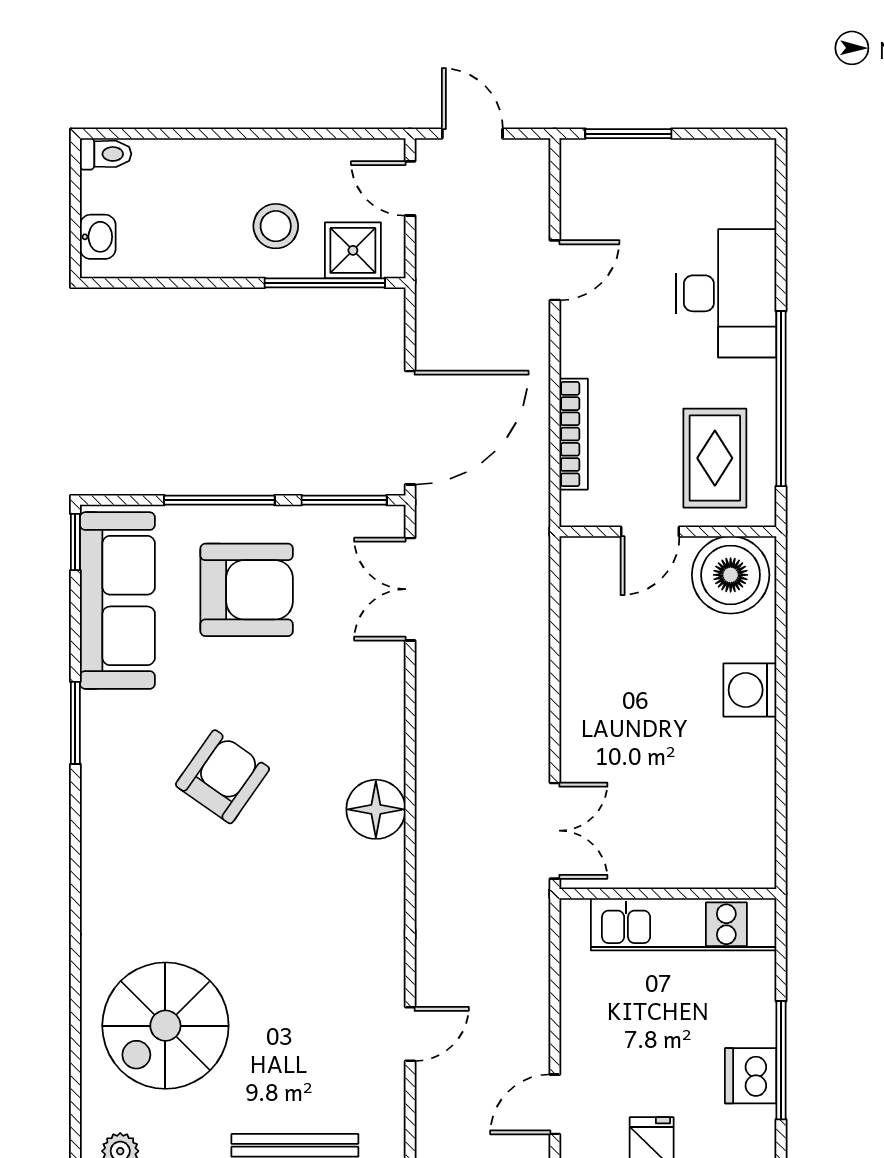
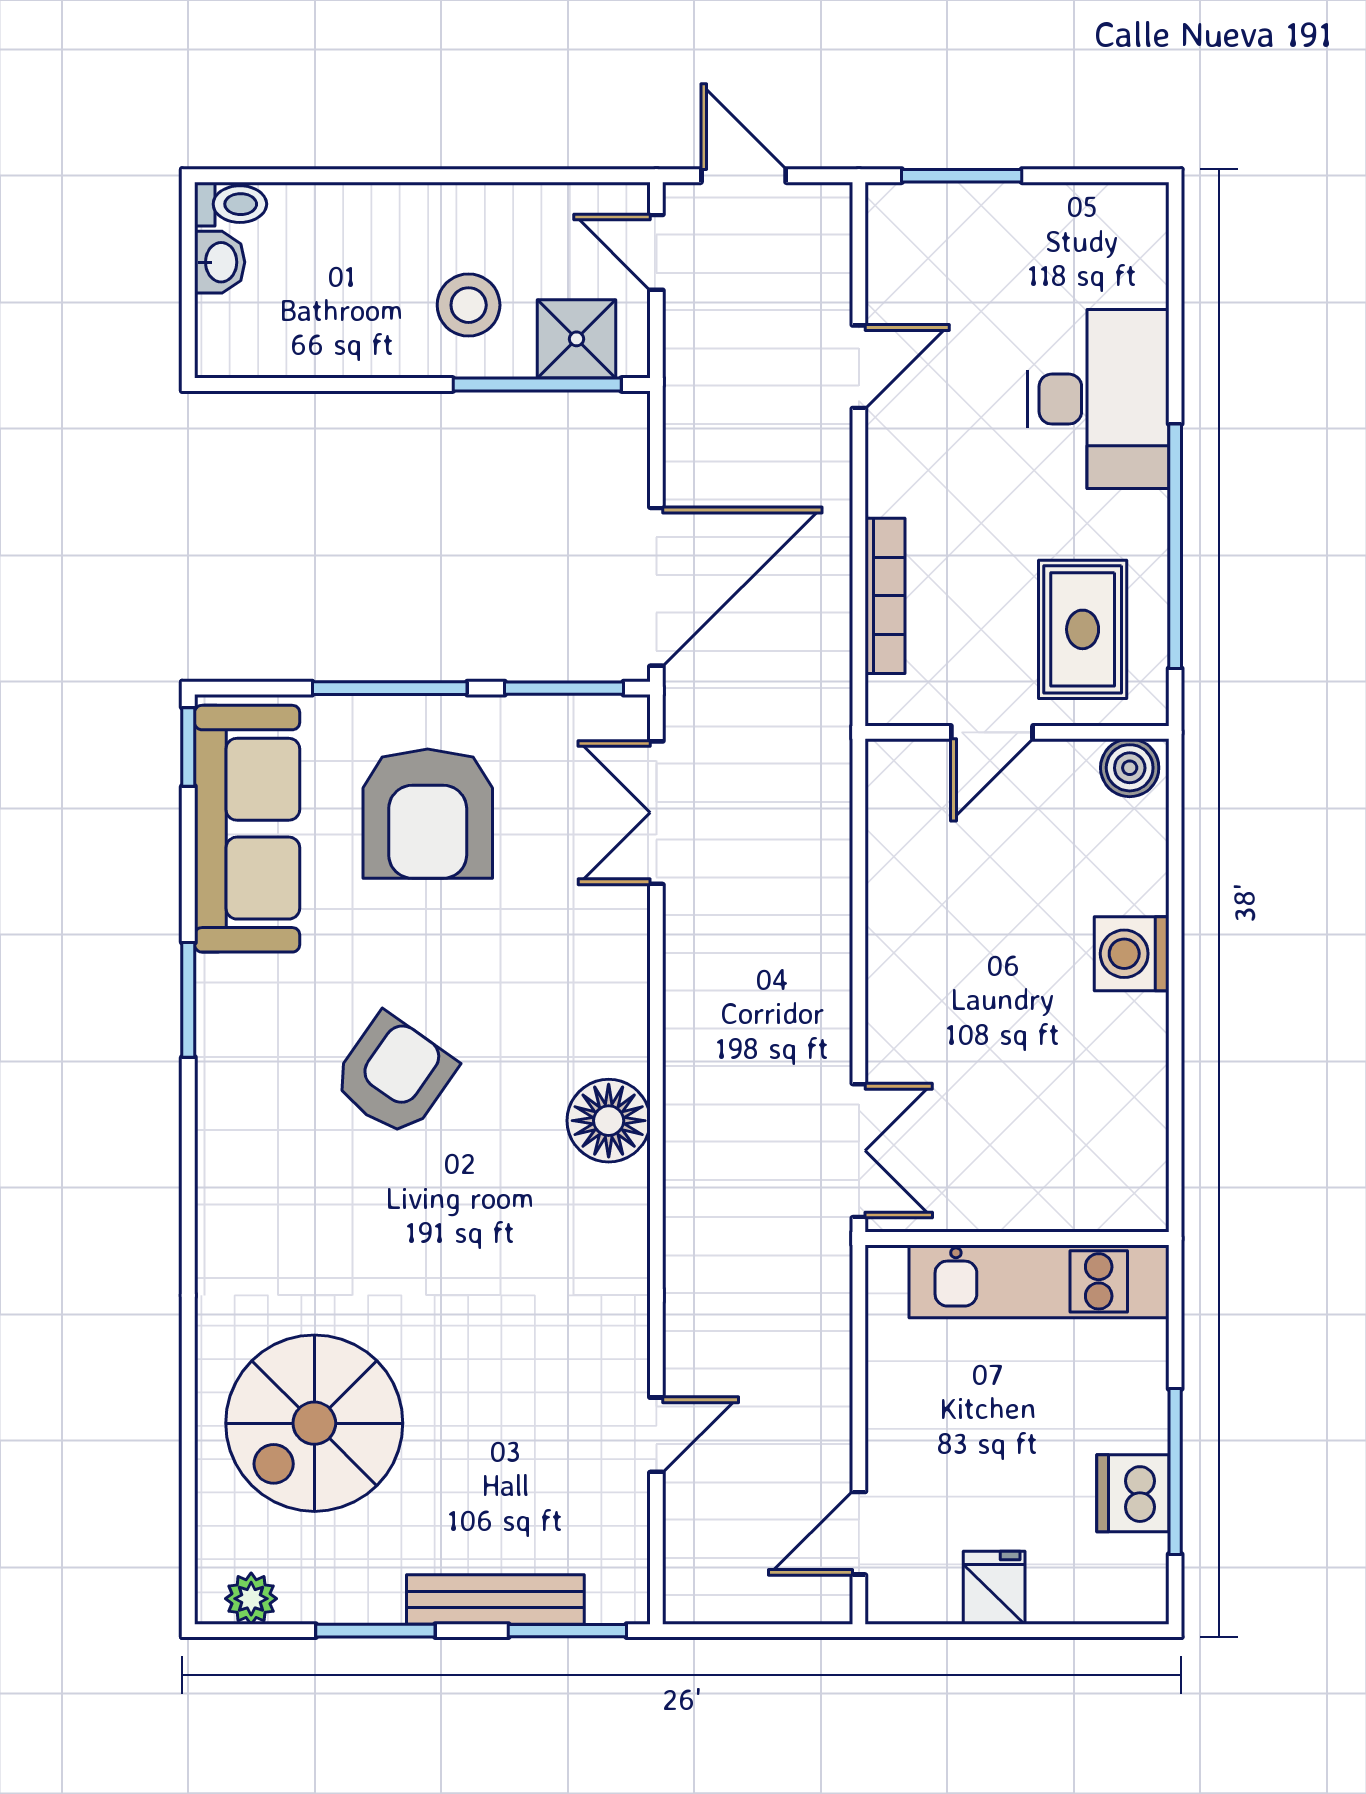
washbasin: (98, 237) -> (220, 262), moved
boiler: (731, 575) -> (1130, 768), width x0.54, depth x0.54
armchair: (247, 590) -> (428, 814), turned 90

